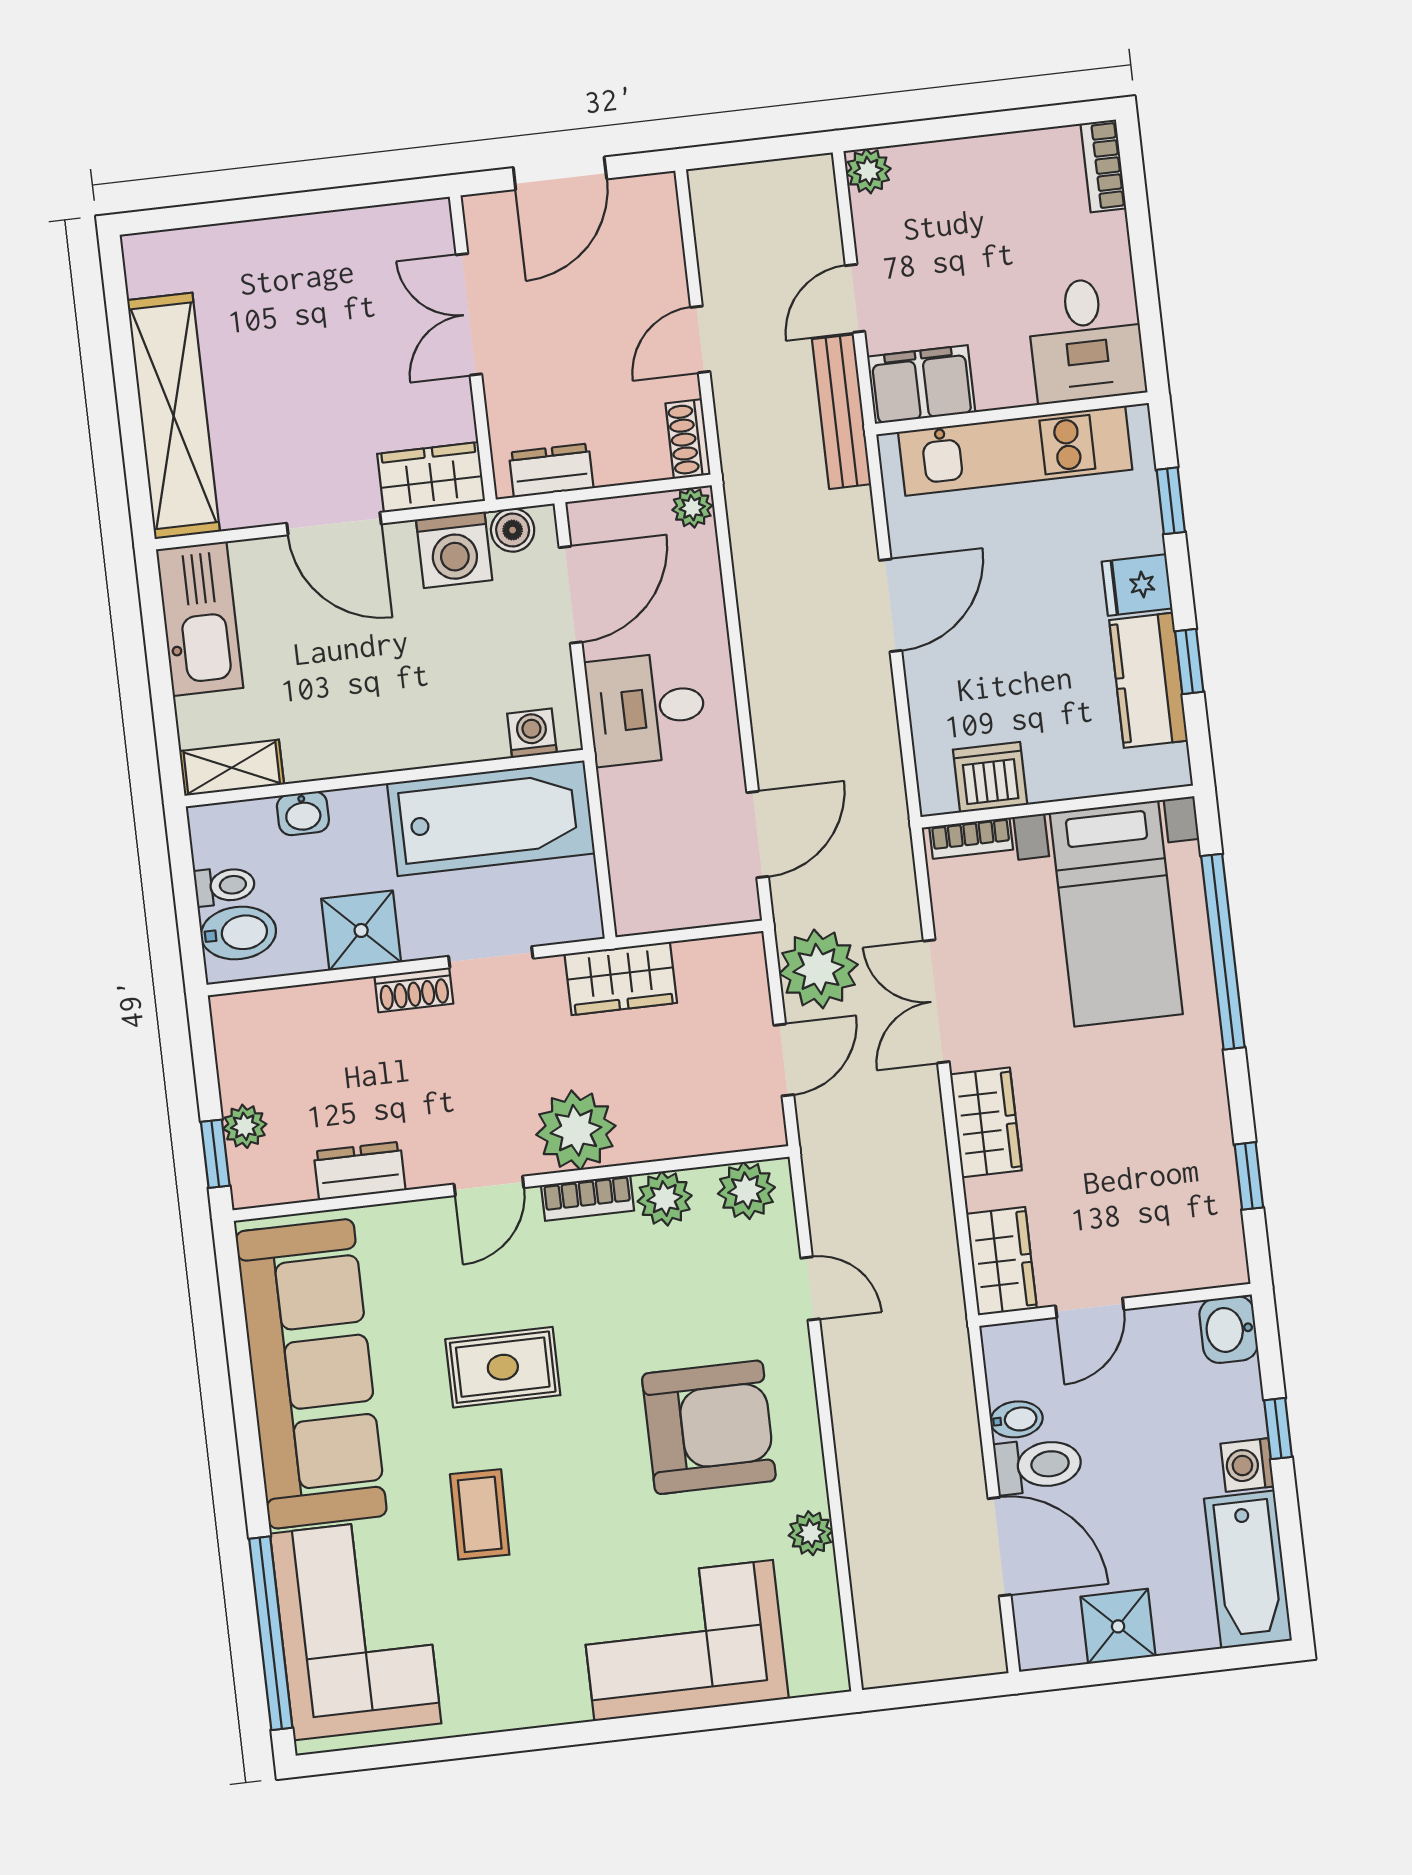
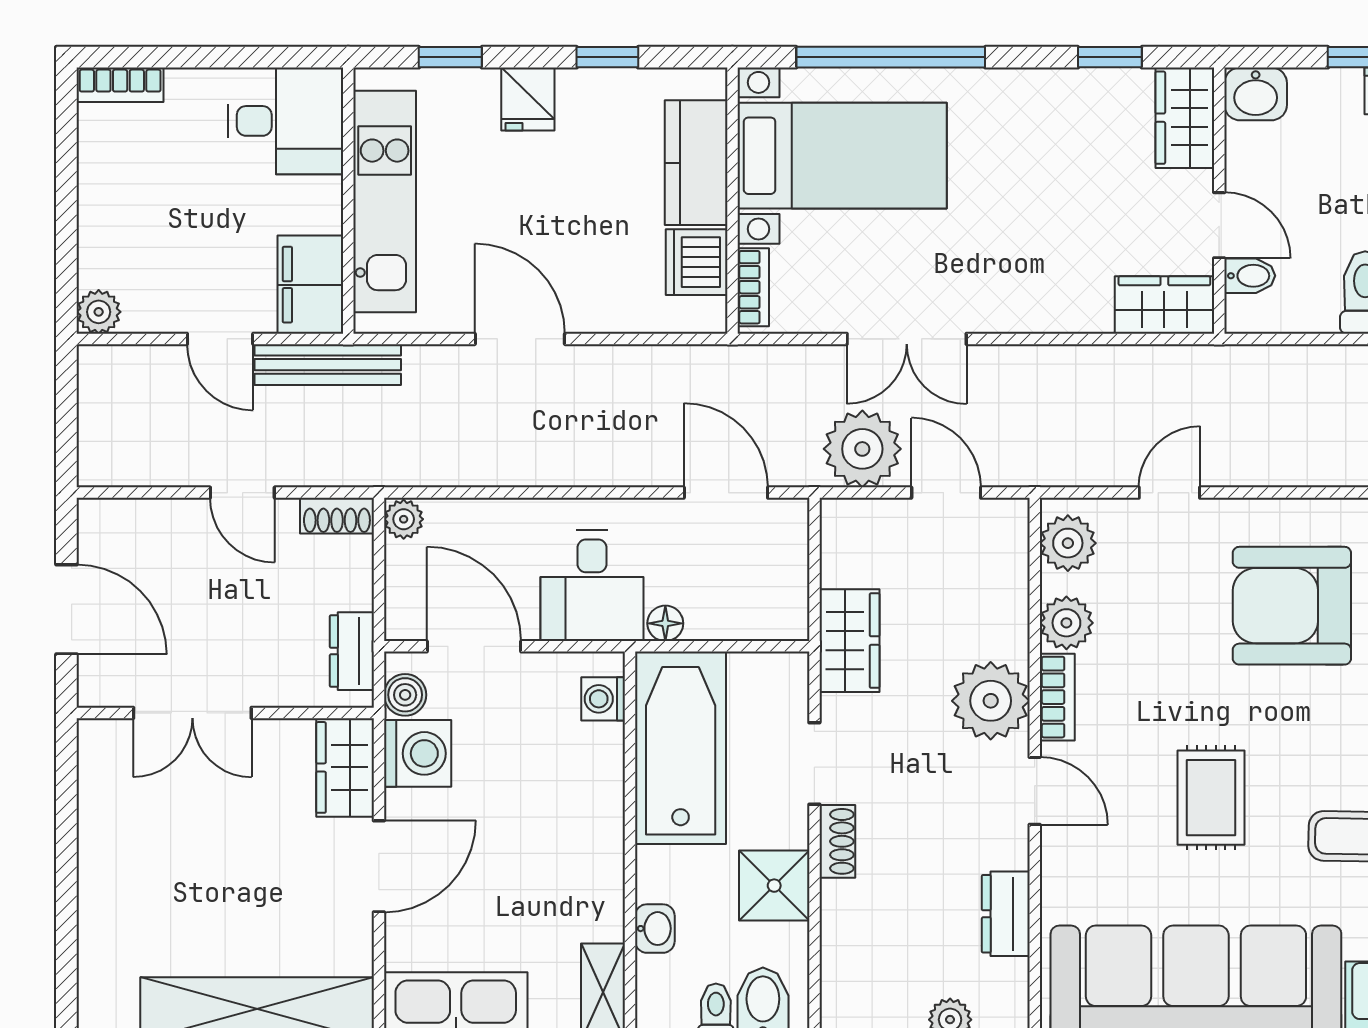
kitchen counter: (1148, 680) -> (696, 163), moved, turned 90
floor lamp: (617, 788) -> (665, 623), added
wardrobe: (986, 1122) -> (1185, 118), moved, turned -90
bidet: (1016, 1419) -> (1250, 276), moved, turned 90
armchair: (709, 1427) -> (1292, 606), turned -90

